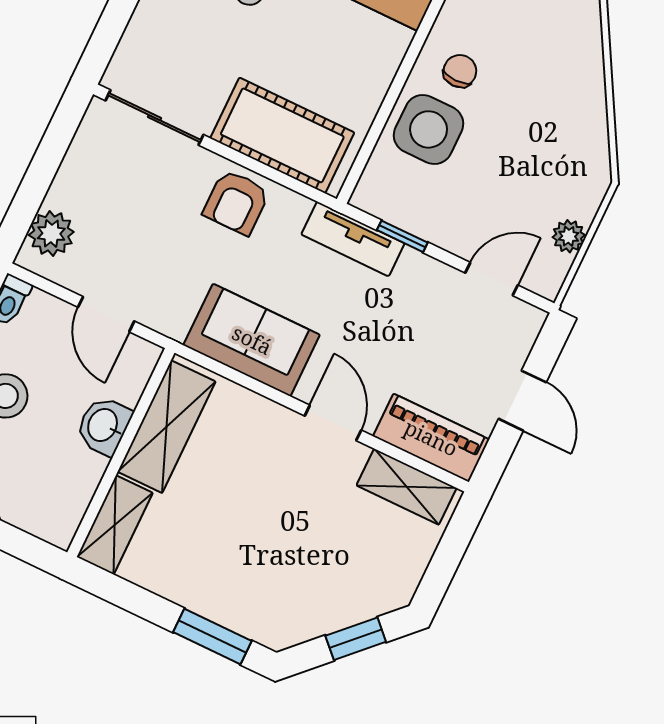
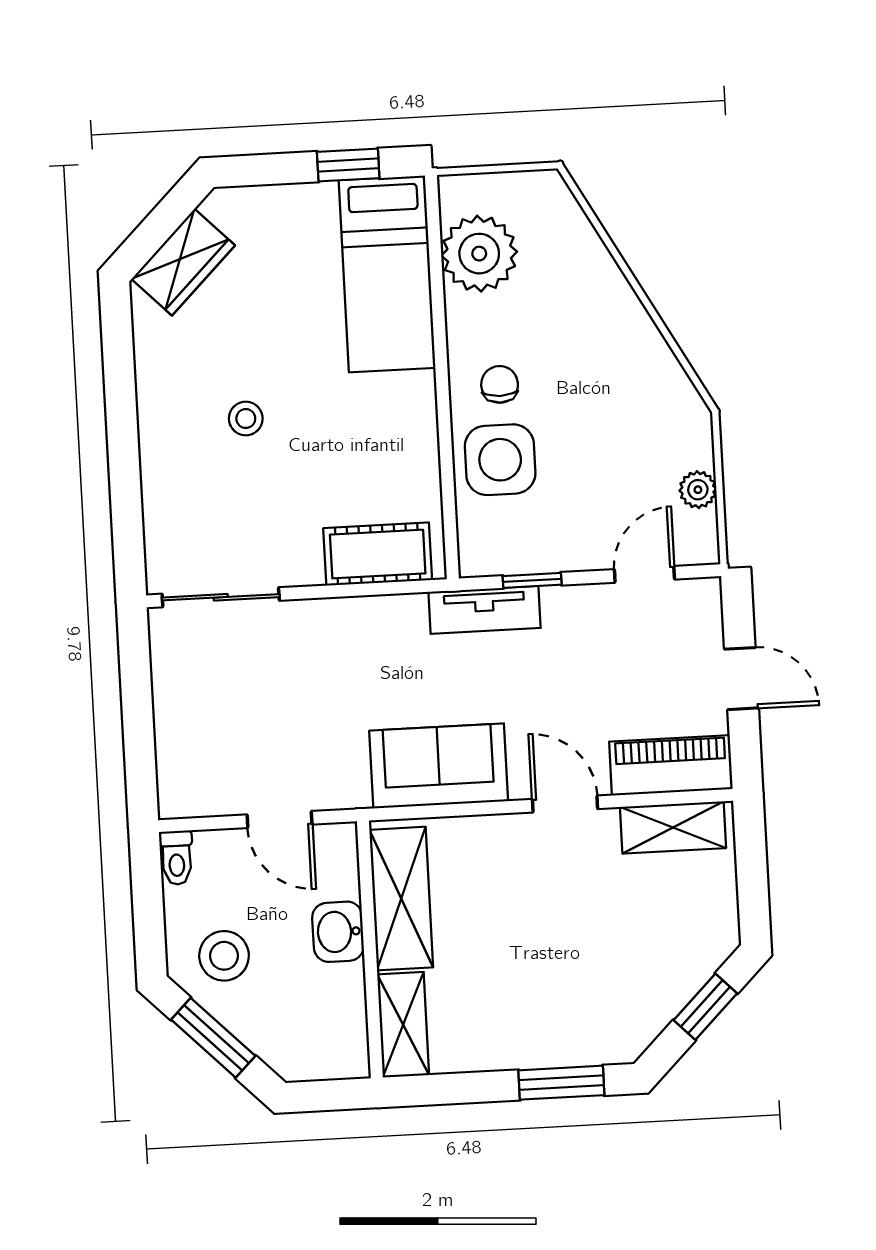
cot: (282, 135) -> (378, 554), width x0.73, depth x0.75
armchair: (236, 202) -> (348, 637), removed
plant: (51, 233) -> (181, 769), removed

